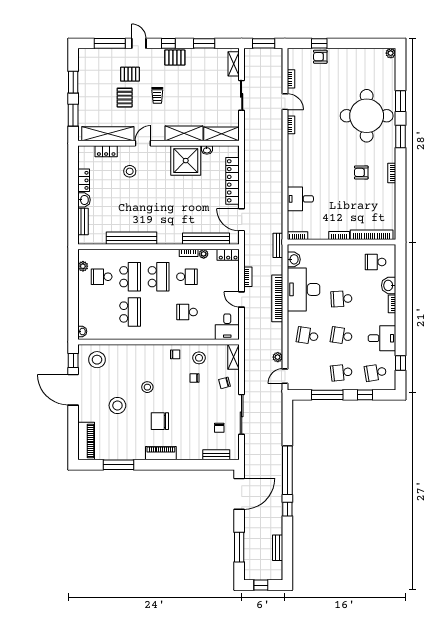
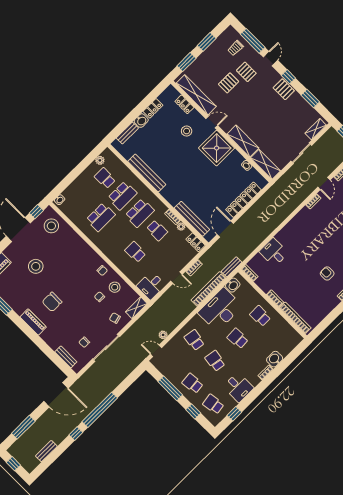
trolley: (157, 95) -> (236, 48), moved
shower: (186, 161) -> (217, 148), moved
school desk: (376, 262) -> (260, 316), moved
bookcase: (277, 298) -> (209, 289), moved
door: (242, 299) -> (176, 278), swing flipped
stool: (147, 387) -> (65, 273), removed
chair: (160, 421) -> (52, 302), turned -90

